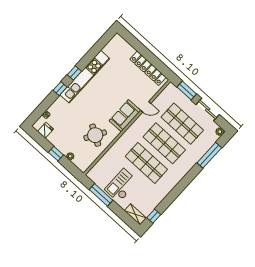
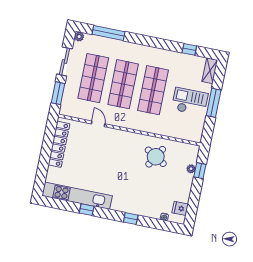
window: (74, 73) -> (87, 210), moved
kitchen unit: (85, 77) -> (77, 196), moved
sofa: (125, 116) -> (119, 139), removed
window: (56, 154) -> (200, 171), moved
checkout: (121, 186) -> (190, 101), turned 180
window: (101, 195) -> (214, 103), moved
window: (154, 216) -> (189, 49), moved

